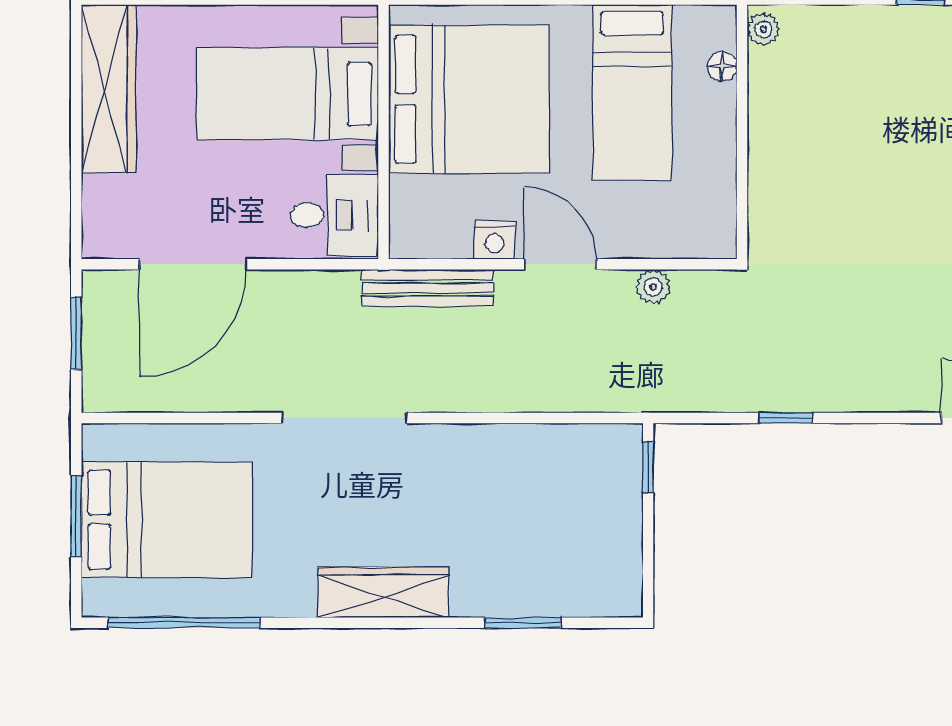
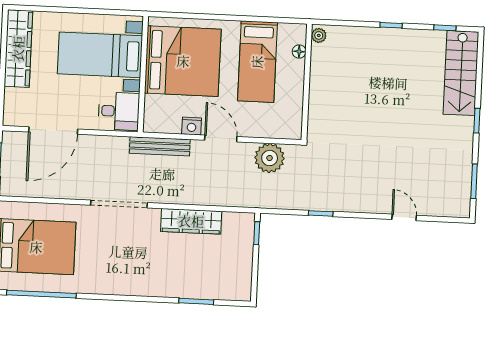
plant: (653, 287) -> (270, 158), width x1.88, depth x1.88
wardrobe: (384, 592) -> (191, 221), moved, turned 180

